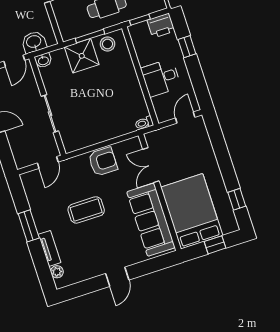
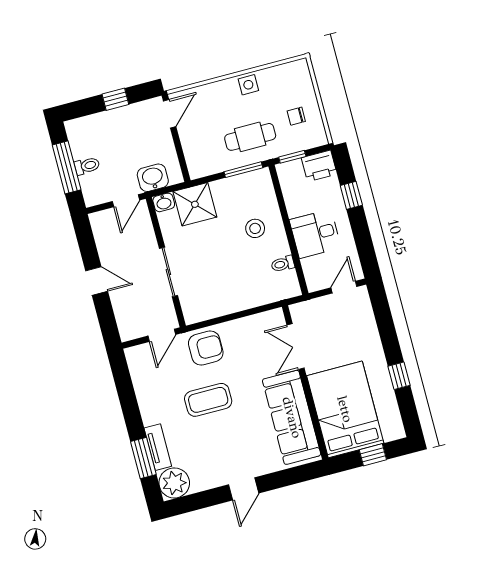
window: (90, 36) -> (243, 170), moved
stool: (108, 44) -> (255, 228), moved
shower: (82, 56) -> (195, 204), moved
toilet: (144, 123) -> (283, 264), moved
armchair: (103, 162) -> (206, 348), moved
window: (237, 199) -> (399, 376), moved
window: (29, 226) -> (143, 458), moved
plant: (57, 272) -> (174, 483), width x1.88, depth x1.88

